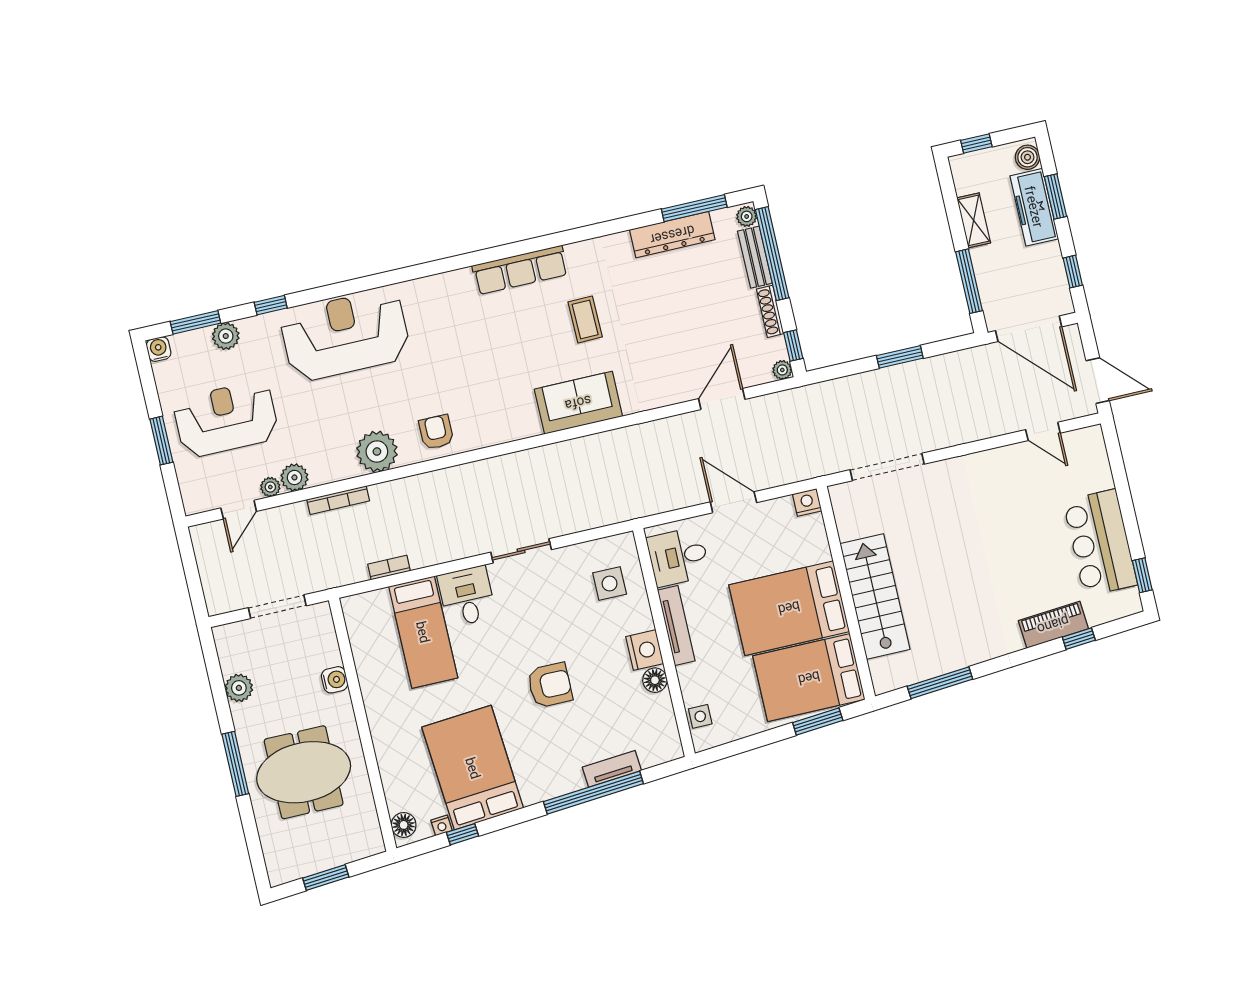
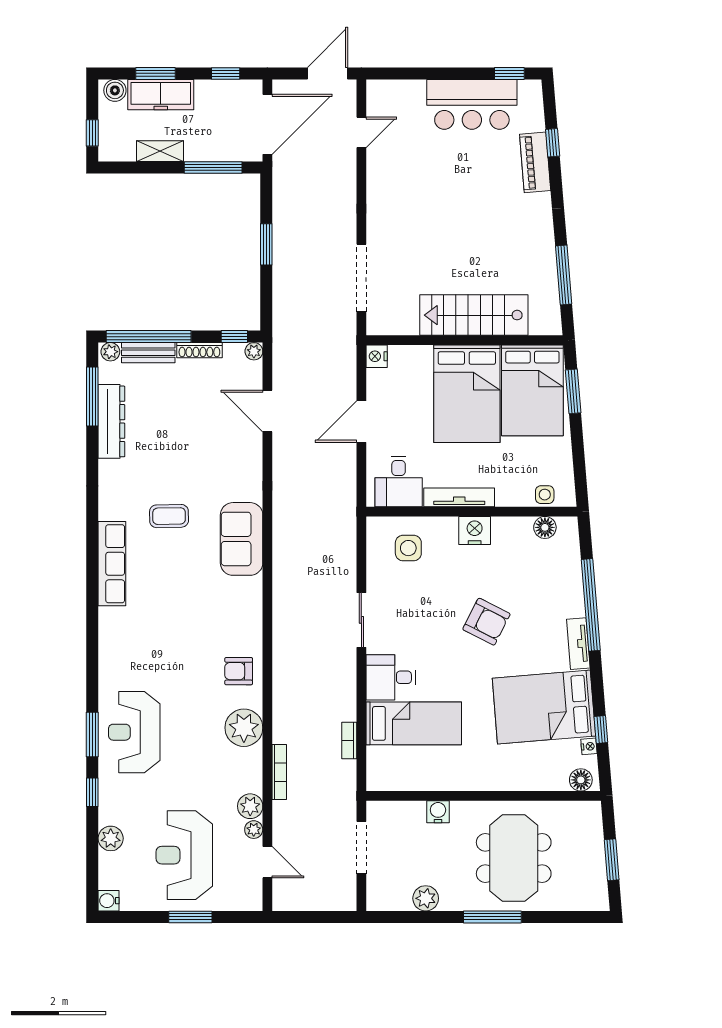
window: (195, 322) -> (92, 735), moved
reception desk: (345, 335) -> (134, 732), width x0.74, depth x0.77
floor lamp: (655, 680) -> (545, 527), moved
armchair: (550, 685) -> (486, 622), turned 117
tv unit: (612, 769) -> (578, 644), moved

